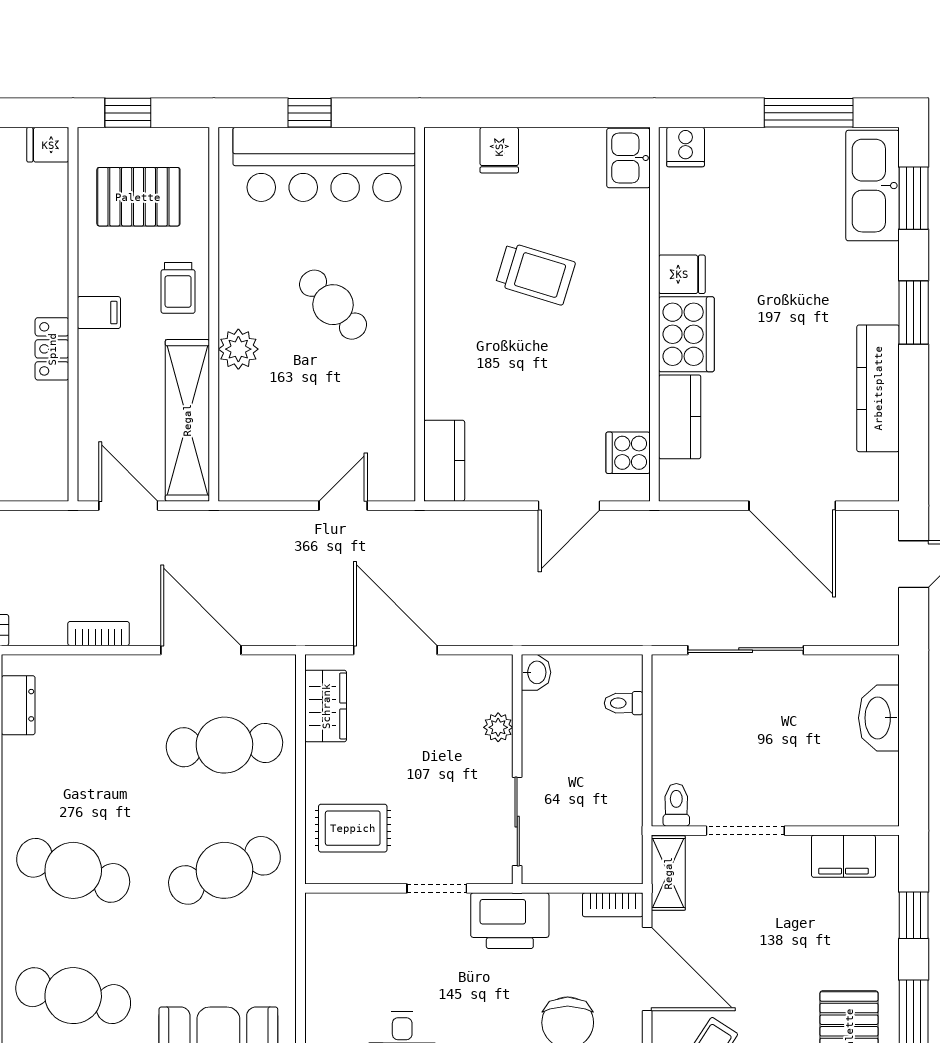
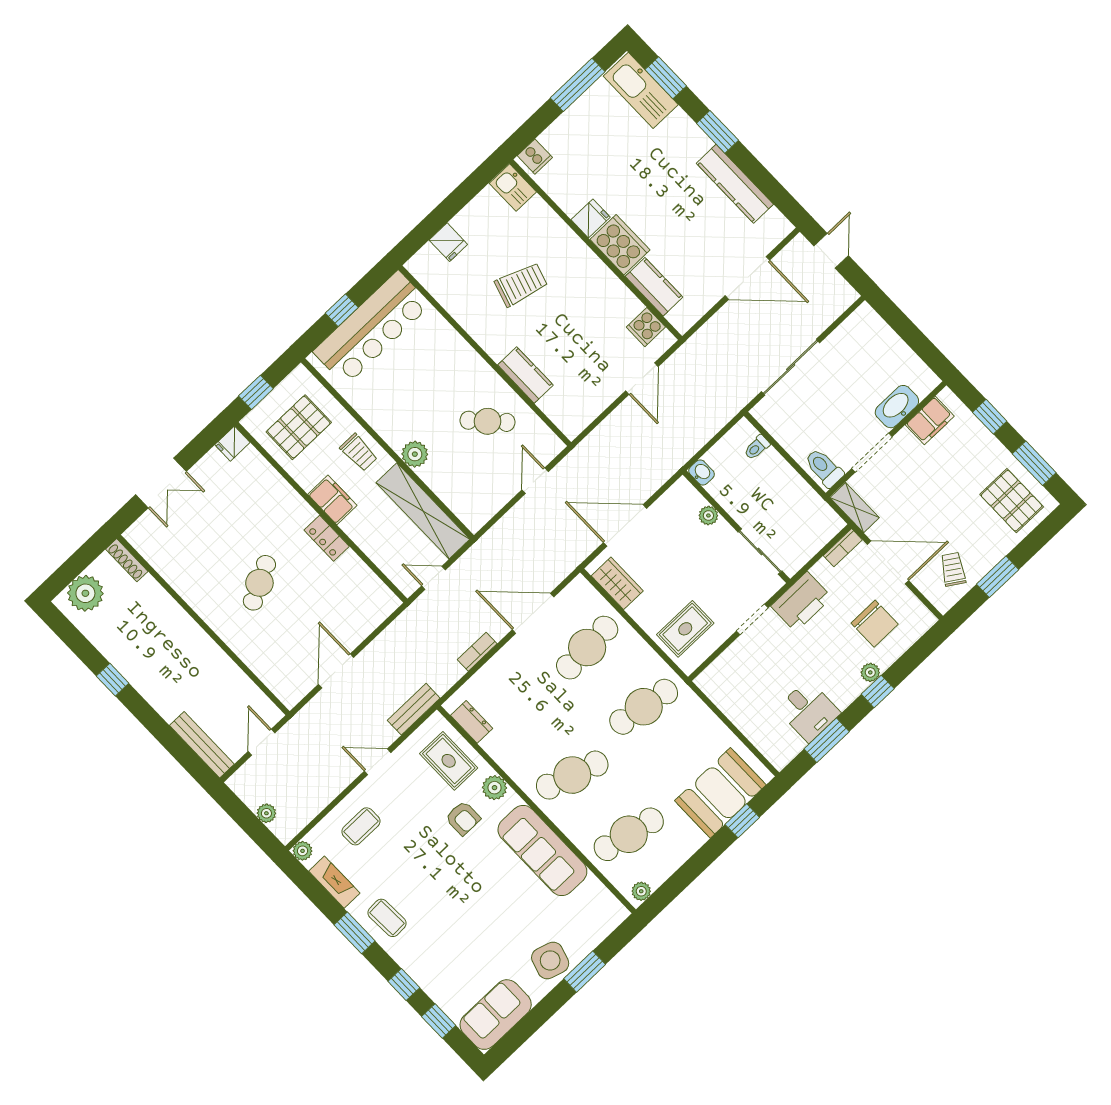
cafe table: (333, 305) -> (487, 421), moved
filing cabinet: (99, 313) -> (332, 500), width x2.00
kitchen counter: (444, 461) -> (525, 375), moved
door: (128, 506) -> (433, 578), width x0.73
washbasin: (879, 718) -> (897, 407), moved, turned 90
toilet: (676, 805) -> (824, 468), width x1.37, depth x1.39
cafe table: (224, 870) -> (644, 707), turned 30

